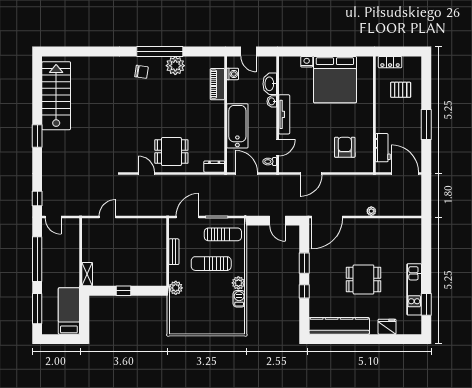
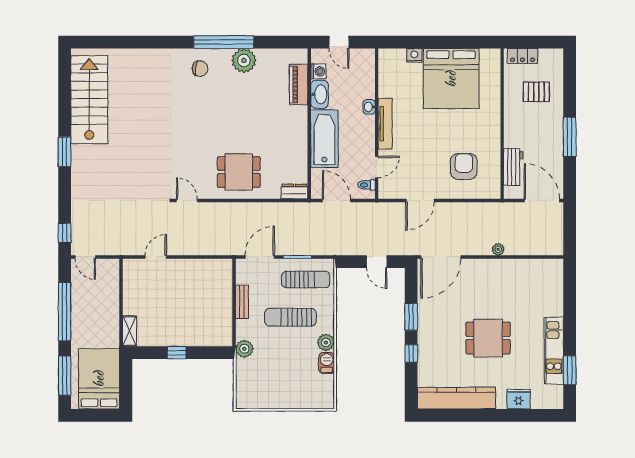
washbasin: (270, 84) -> (319, 94), moved, turned 180
door: (147, 174) -> (187, 201), moved
bed: (69, 311) -> (99, 379), width x1.50

